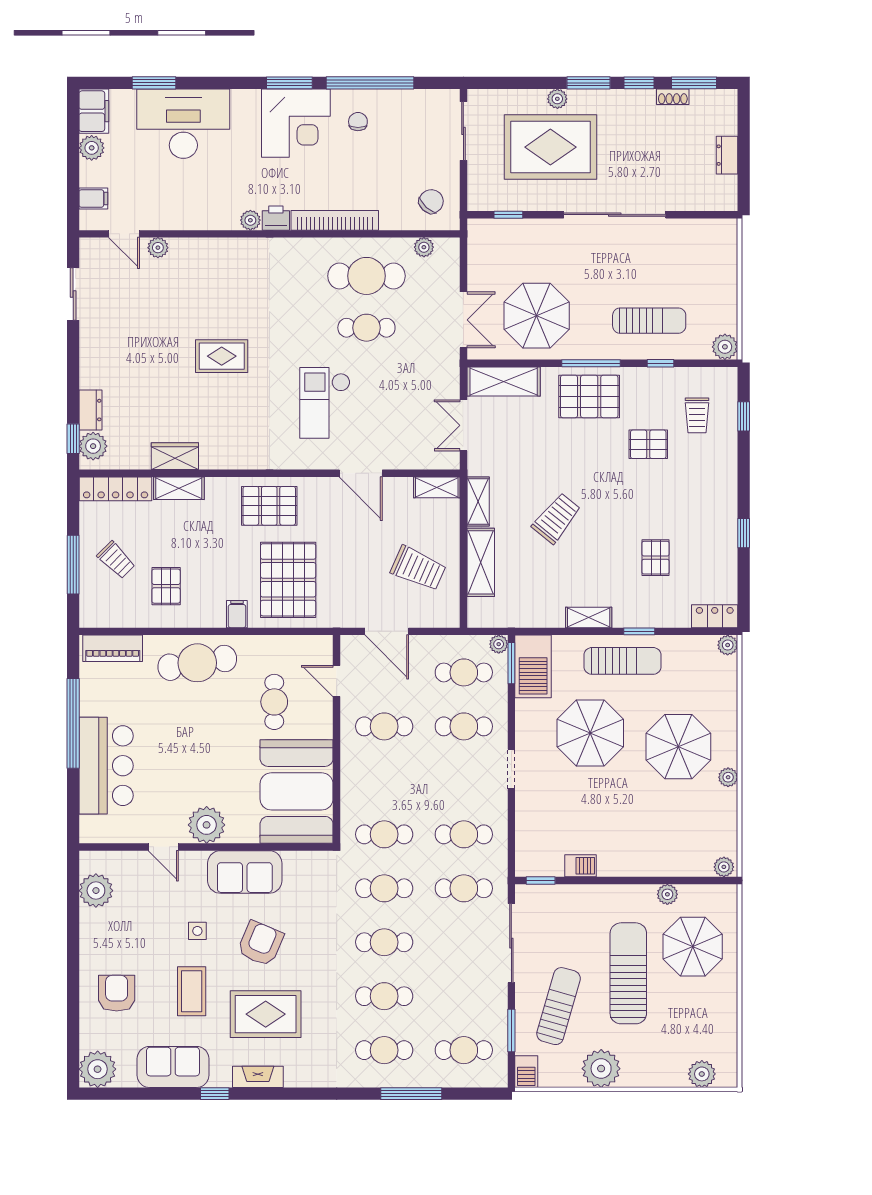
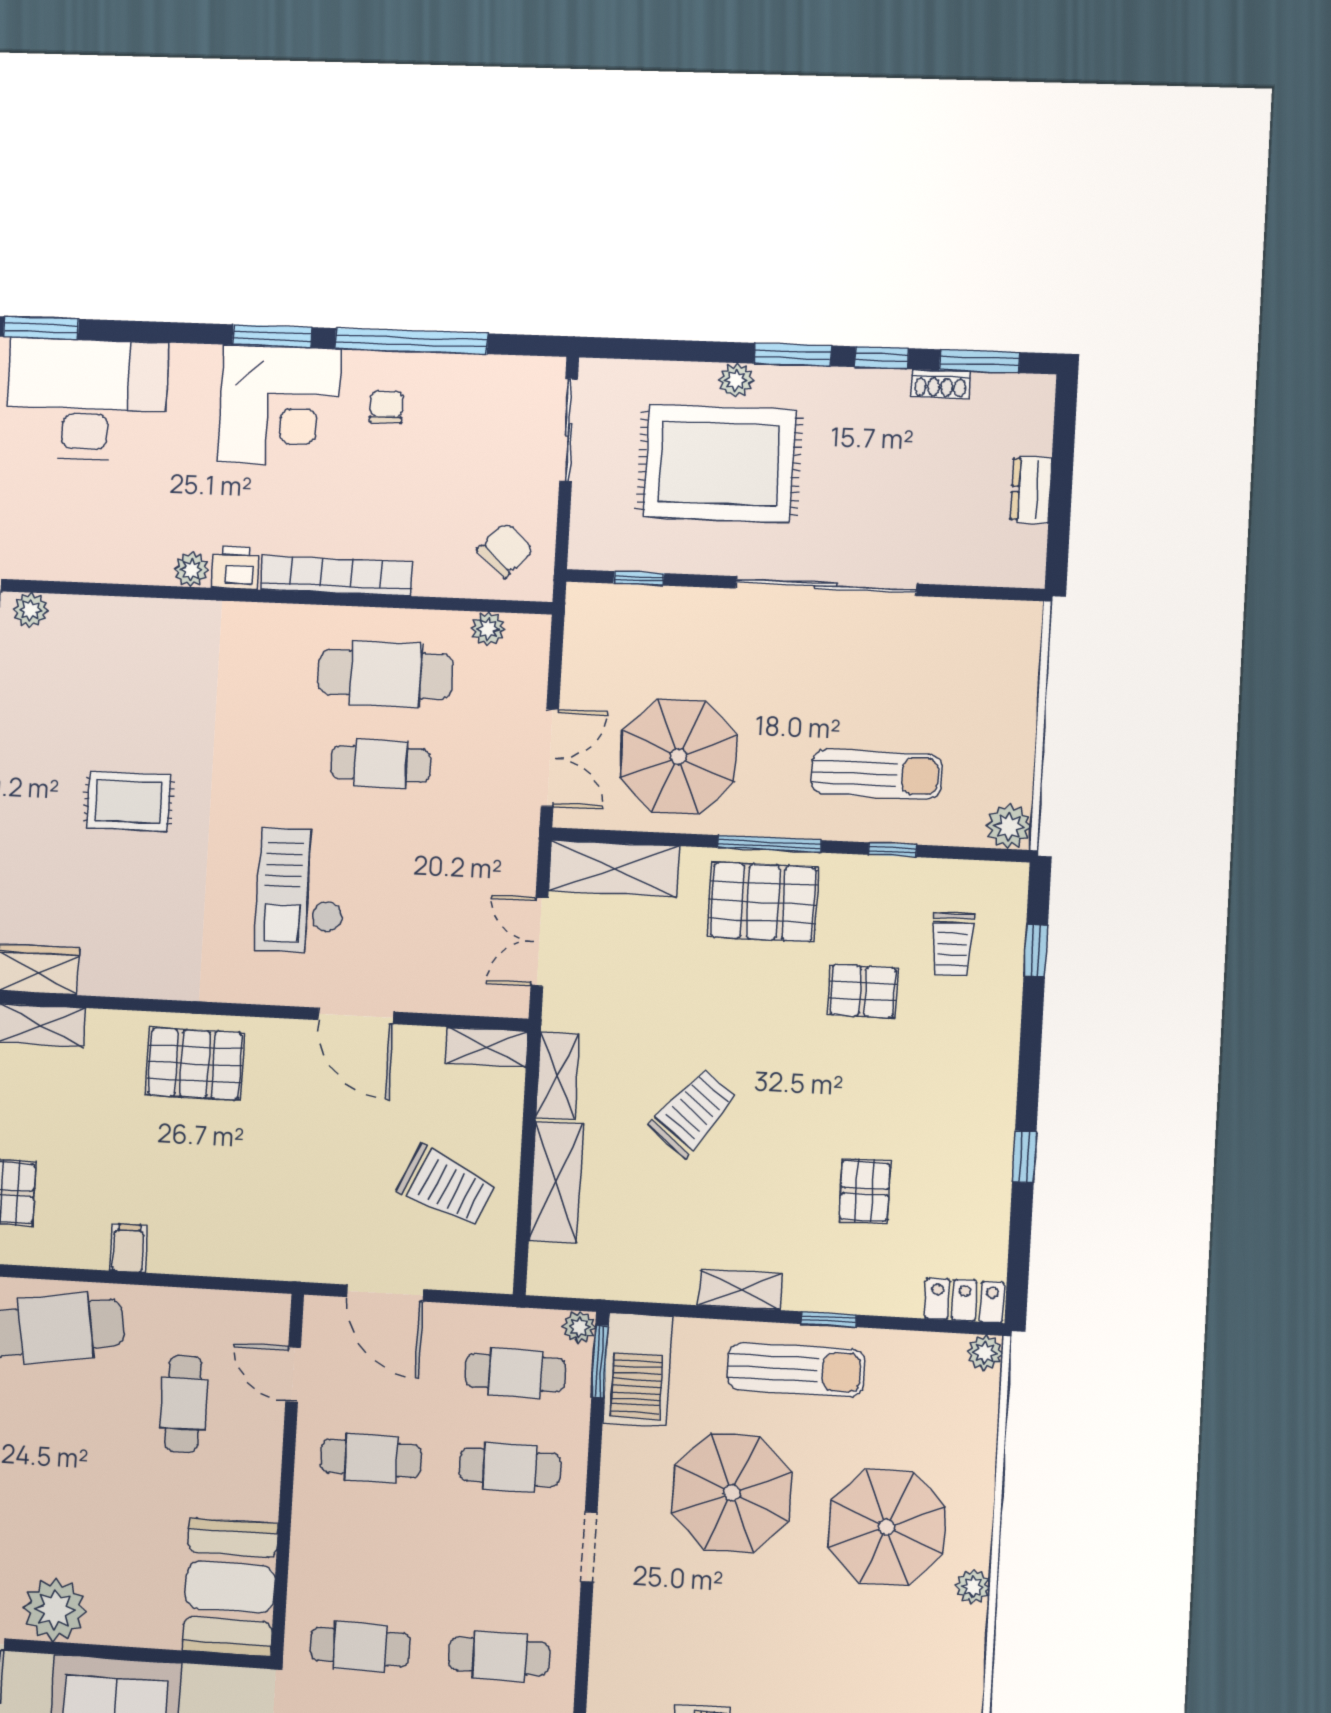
pallet: (288, 580) -> (220, 1194), removed
booth: (297, 791) -> (230, 1587), width x0.73, depth x0.70

